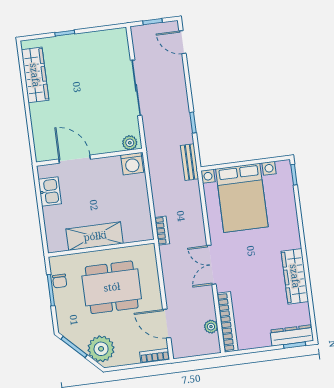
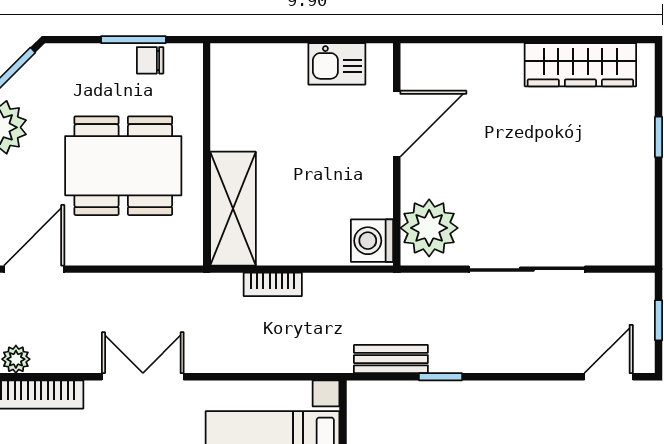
plant: (130, 143) -> (429, 228), width x1.87, depth x1.87
bench: (190, 162) -> (391, 359), moved
bookcase: (162, 231) -> (273, 284), moved
shelving: (95, 236) -> (233, 209), moved
dining table: (112, 287) -> (123, 166), turned 90

